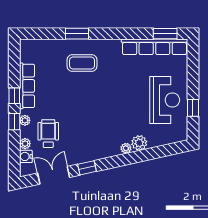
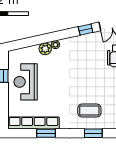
window: (165, 34) -> (46, 133), moved

